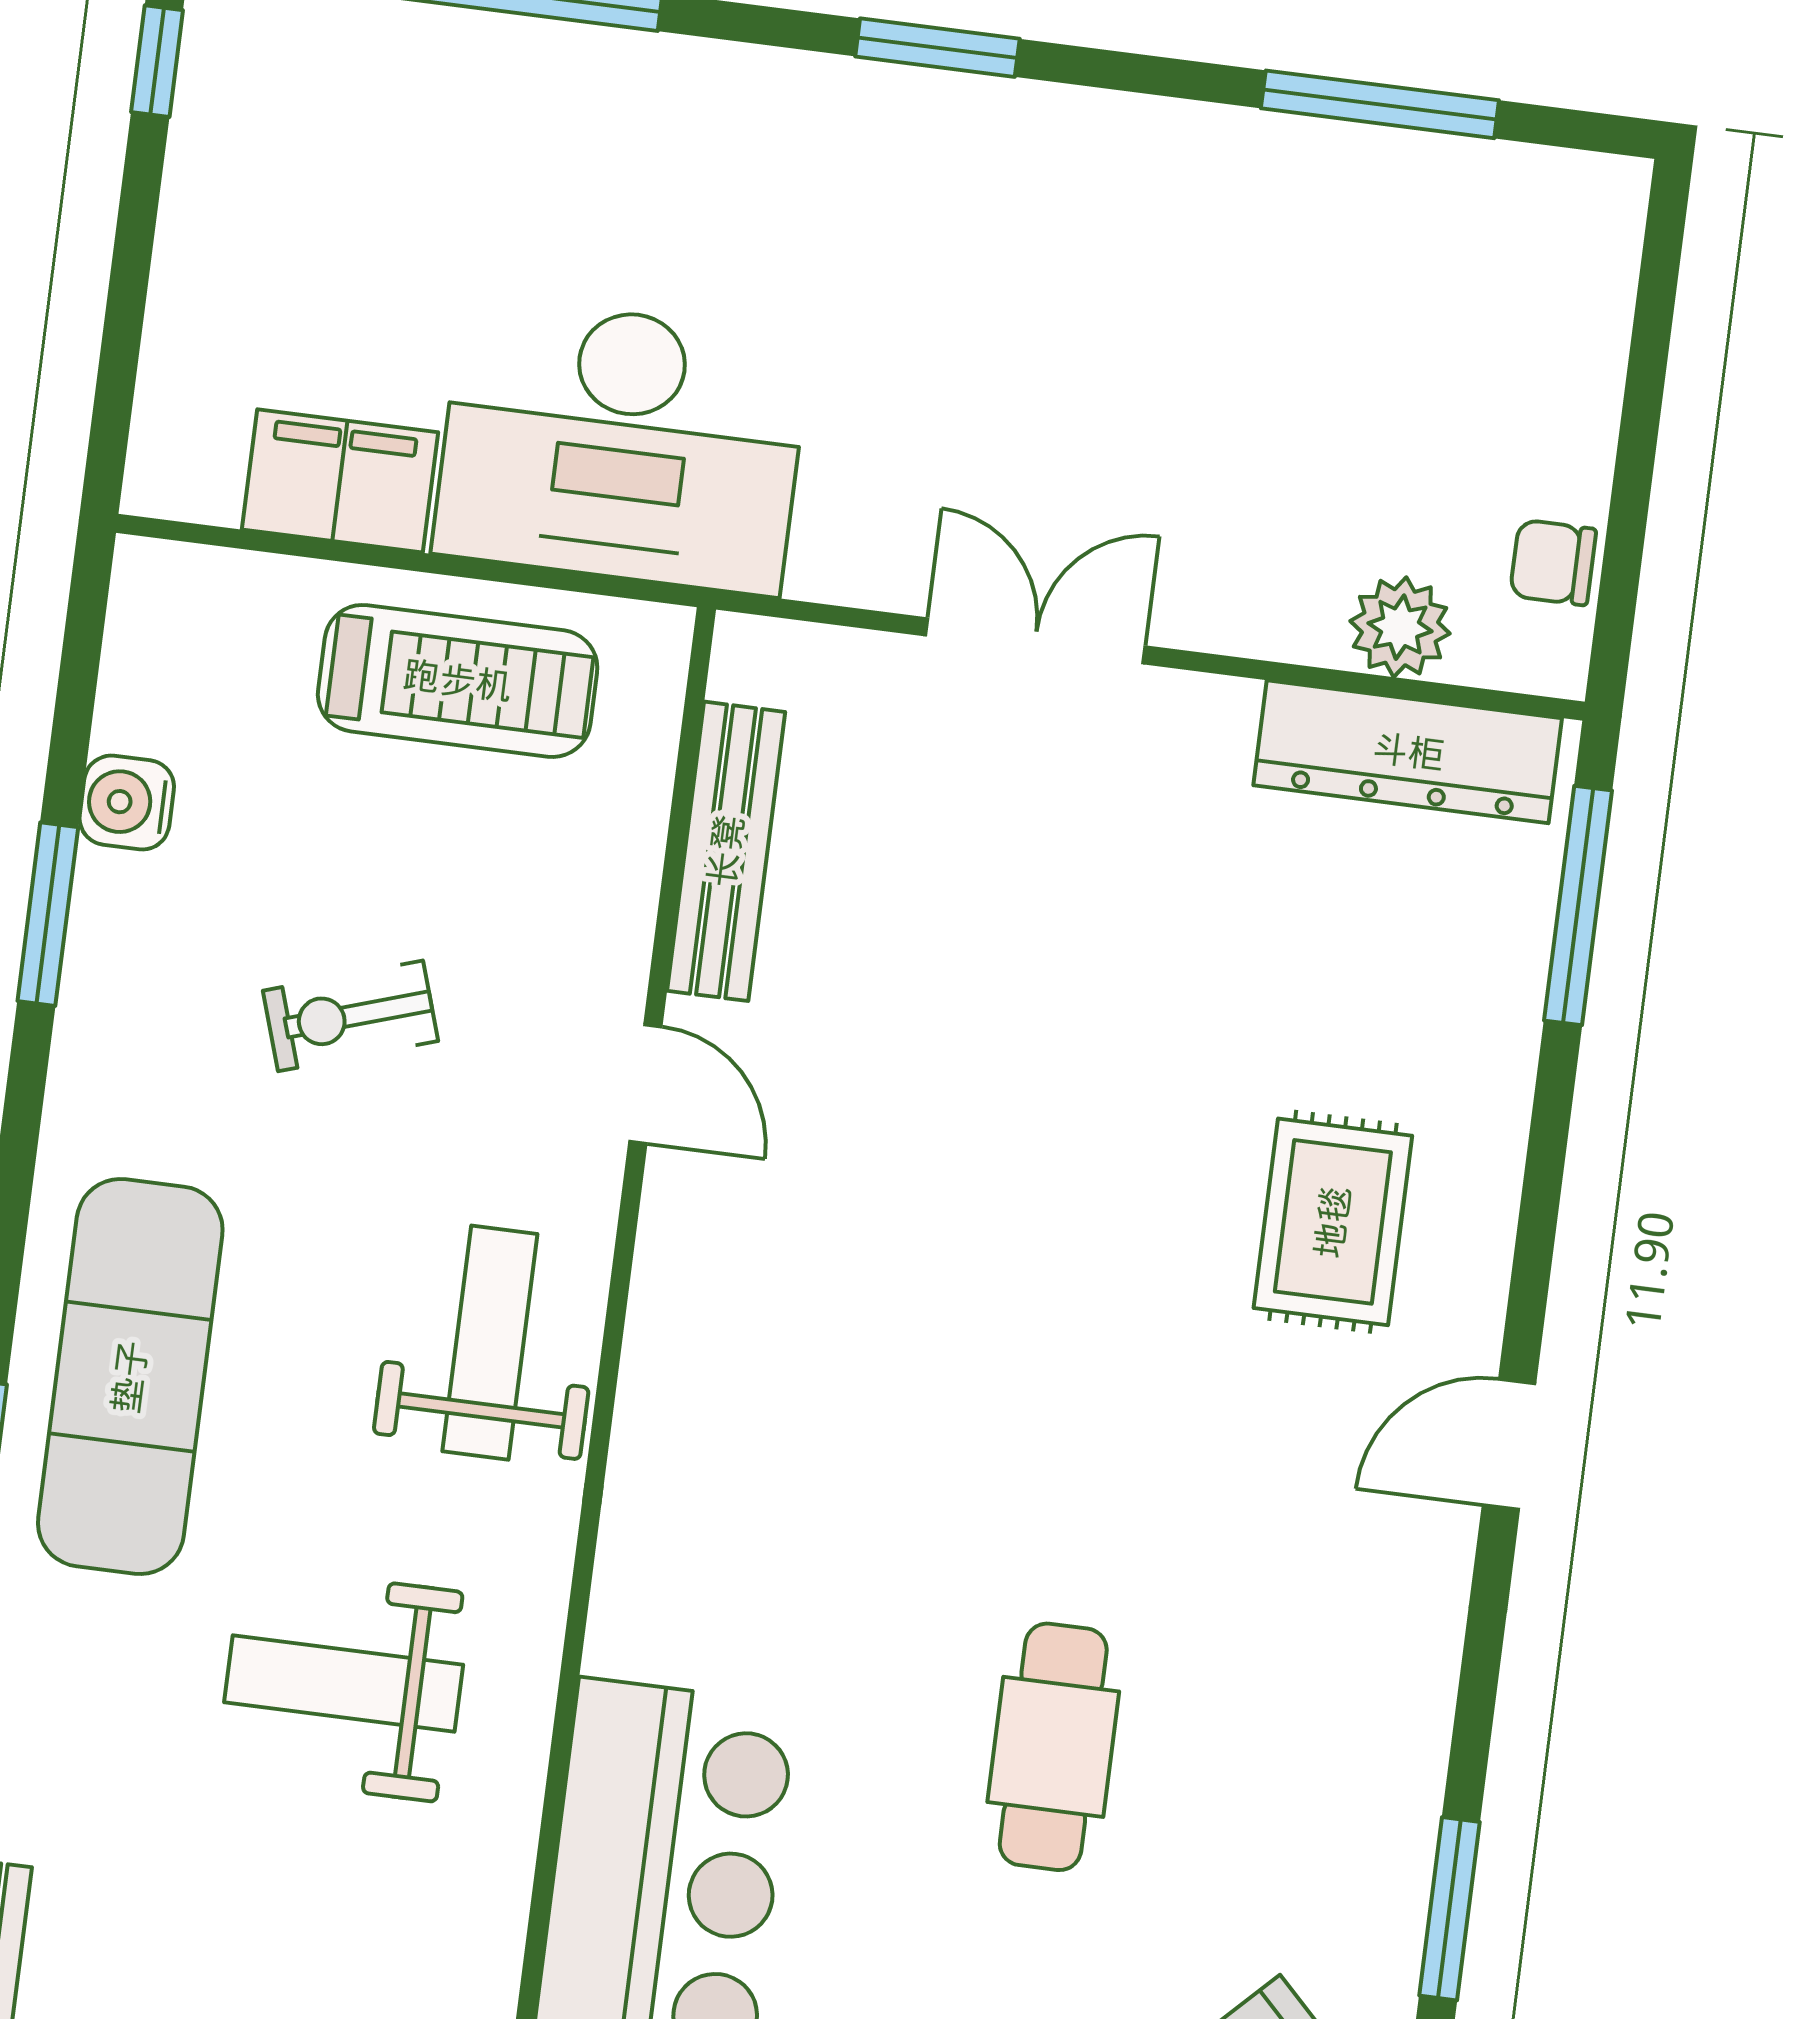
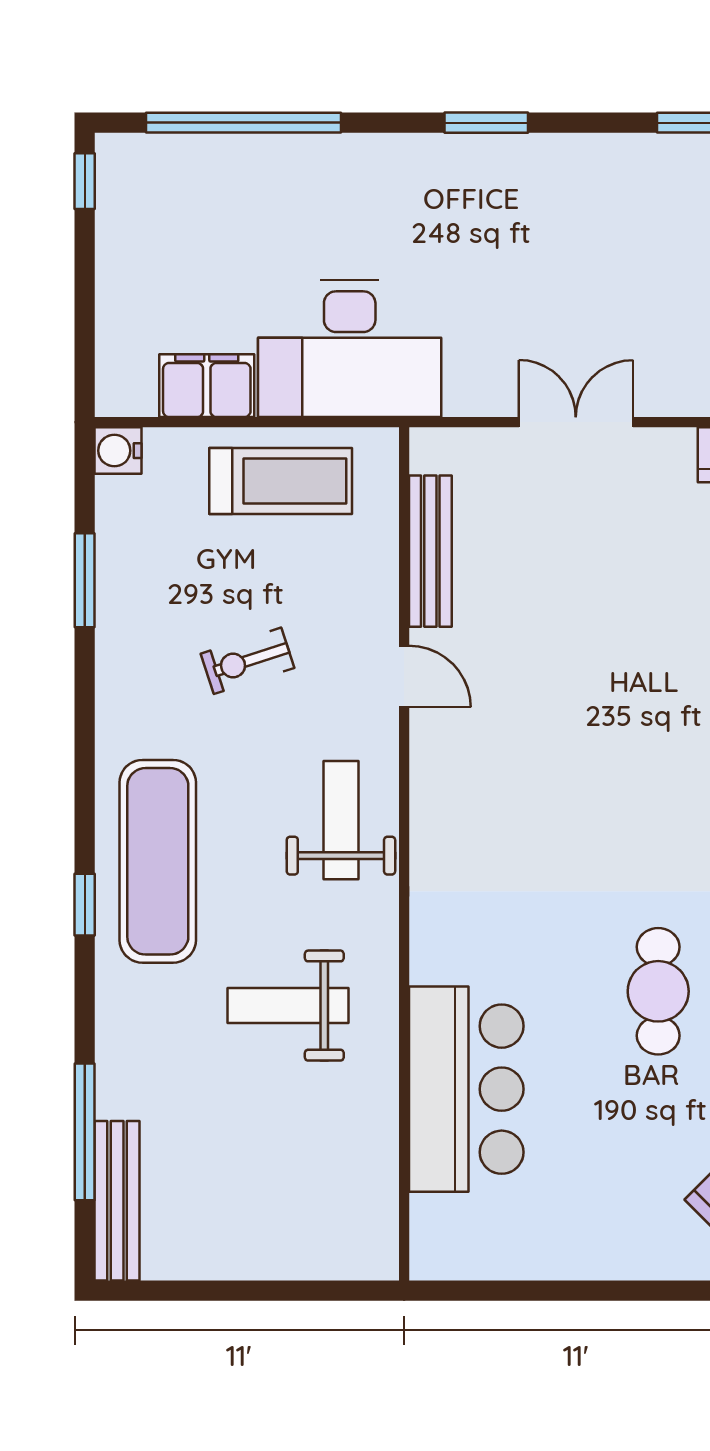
water cooler: (127, 803) -> (118, 451), moved
window: (48, 914) -> (85, 580), moved

